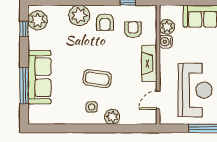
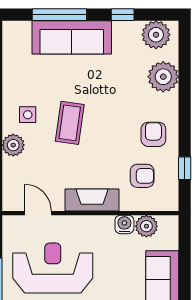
plant: (79, 15) -> (163, 77), moved
armchair: (105, 22) -> (153, 134), turned 90
window: (24, 29) -> (123, 15), moved
reception desk: (195, 90) -> (53, 268), turned 180

